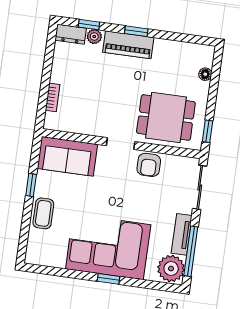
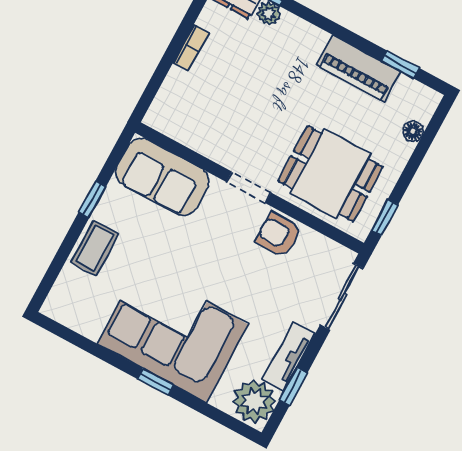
window: (136, 31) -> (400, 65), moved
piano: (128, 45) -> (358, 68), moved
bookcase: (53, 97) -> (191, 48), moved
armchair: (149, 165) -> (279, 235), turned 90
window: (191, 251) -> (293, 387), width x0.46

